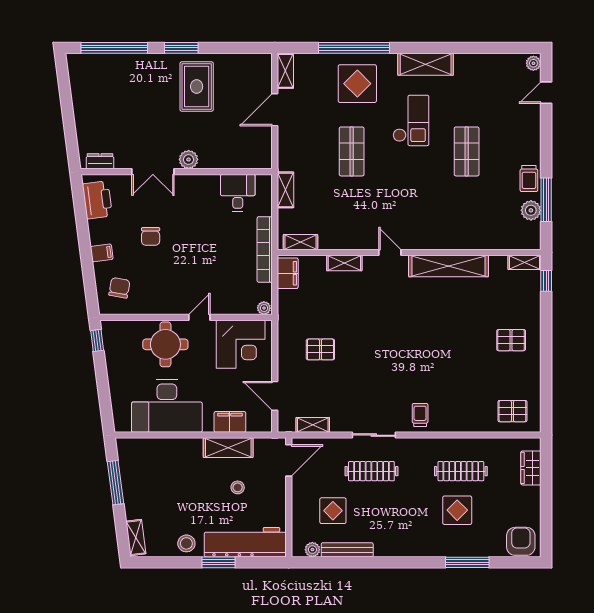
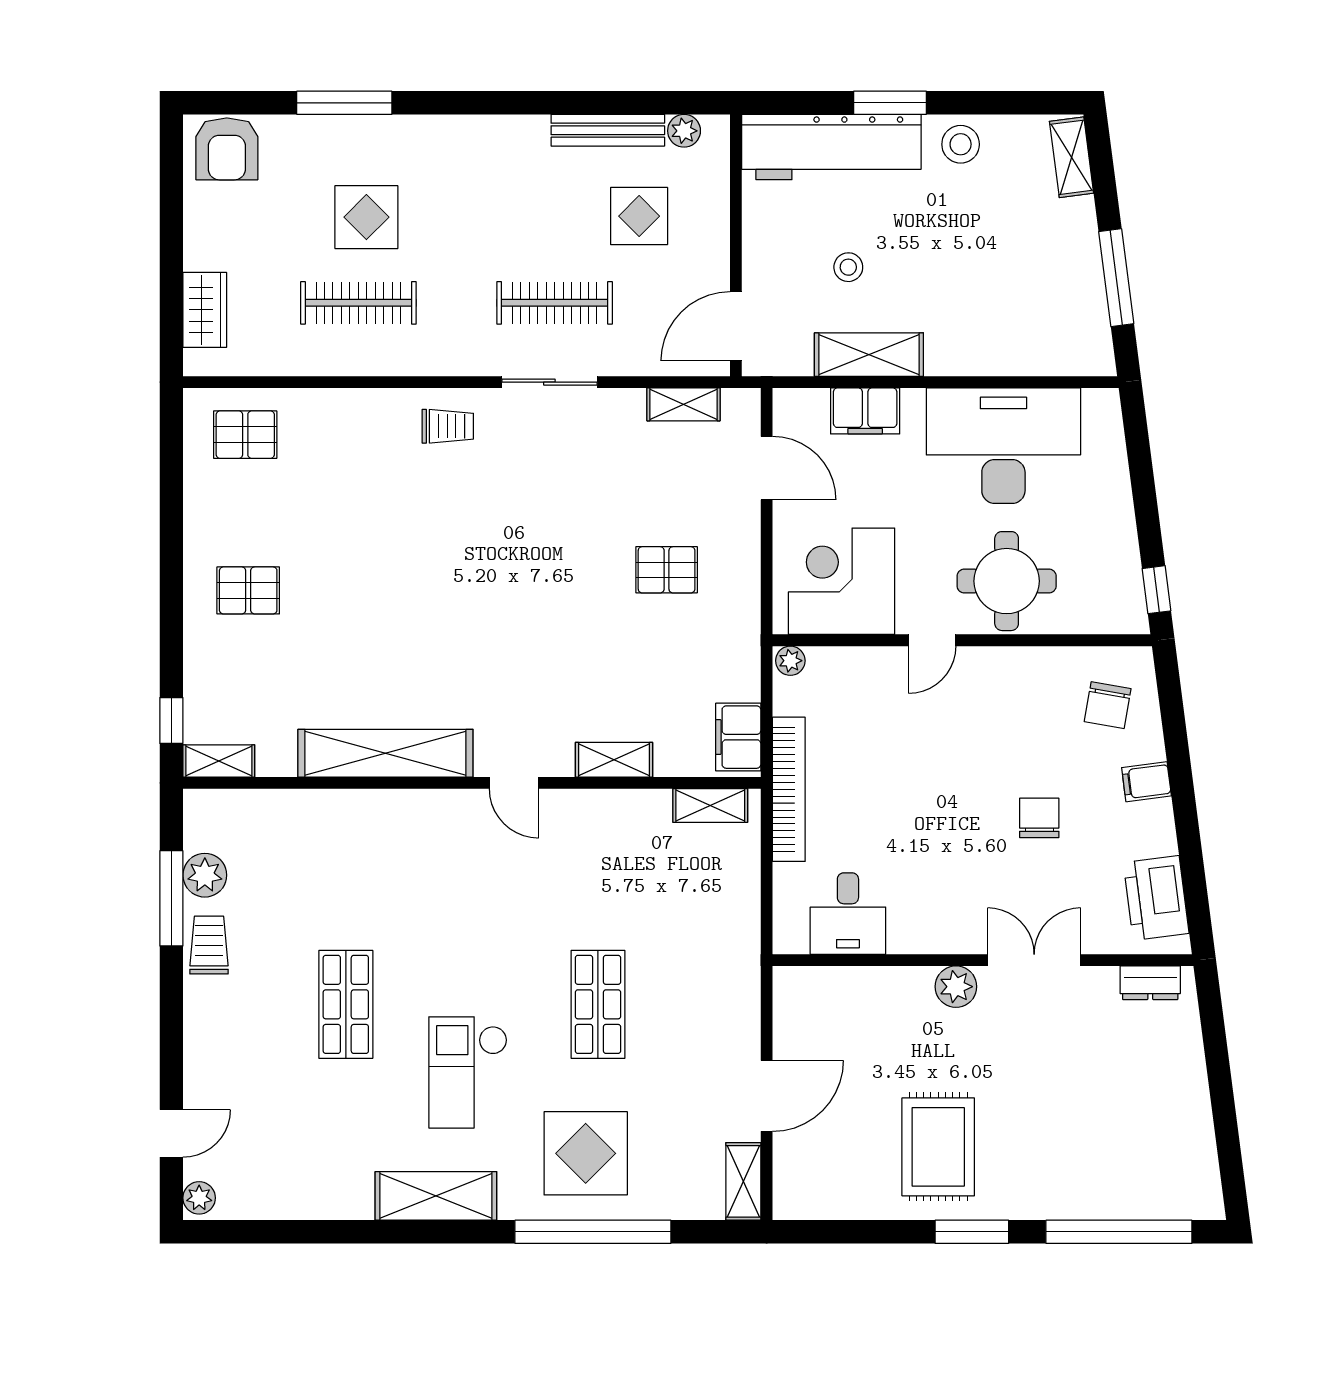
shelving: (286, 190) -> (743, 920), removed
trolley: (420, 415) -> (448, 426), turned -90

